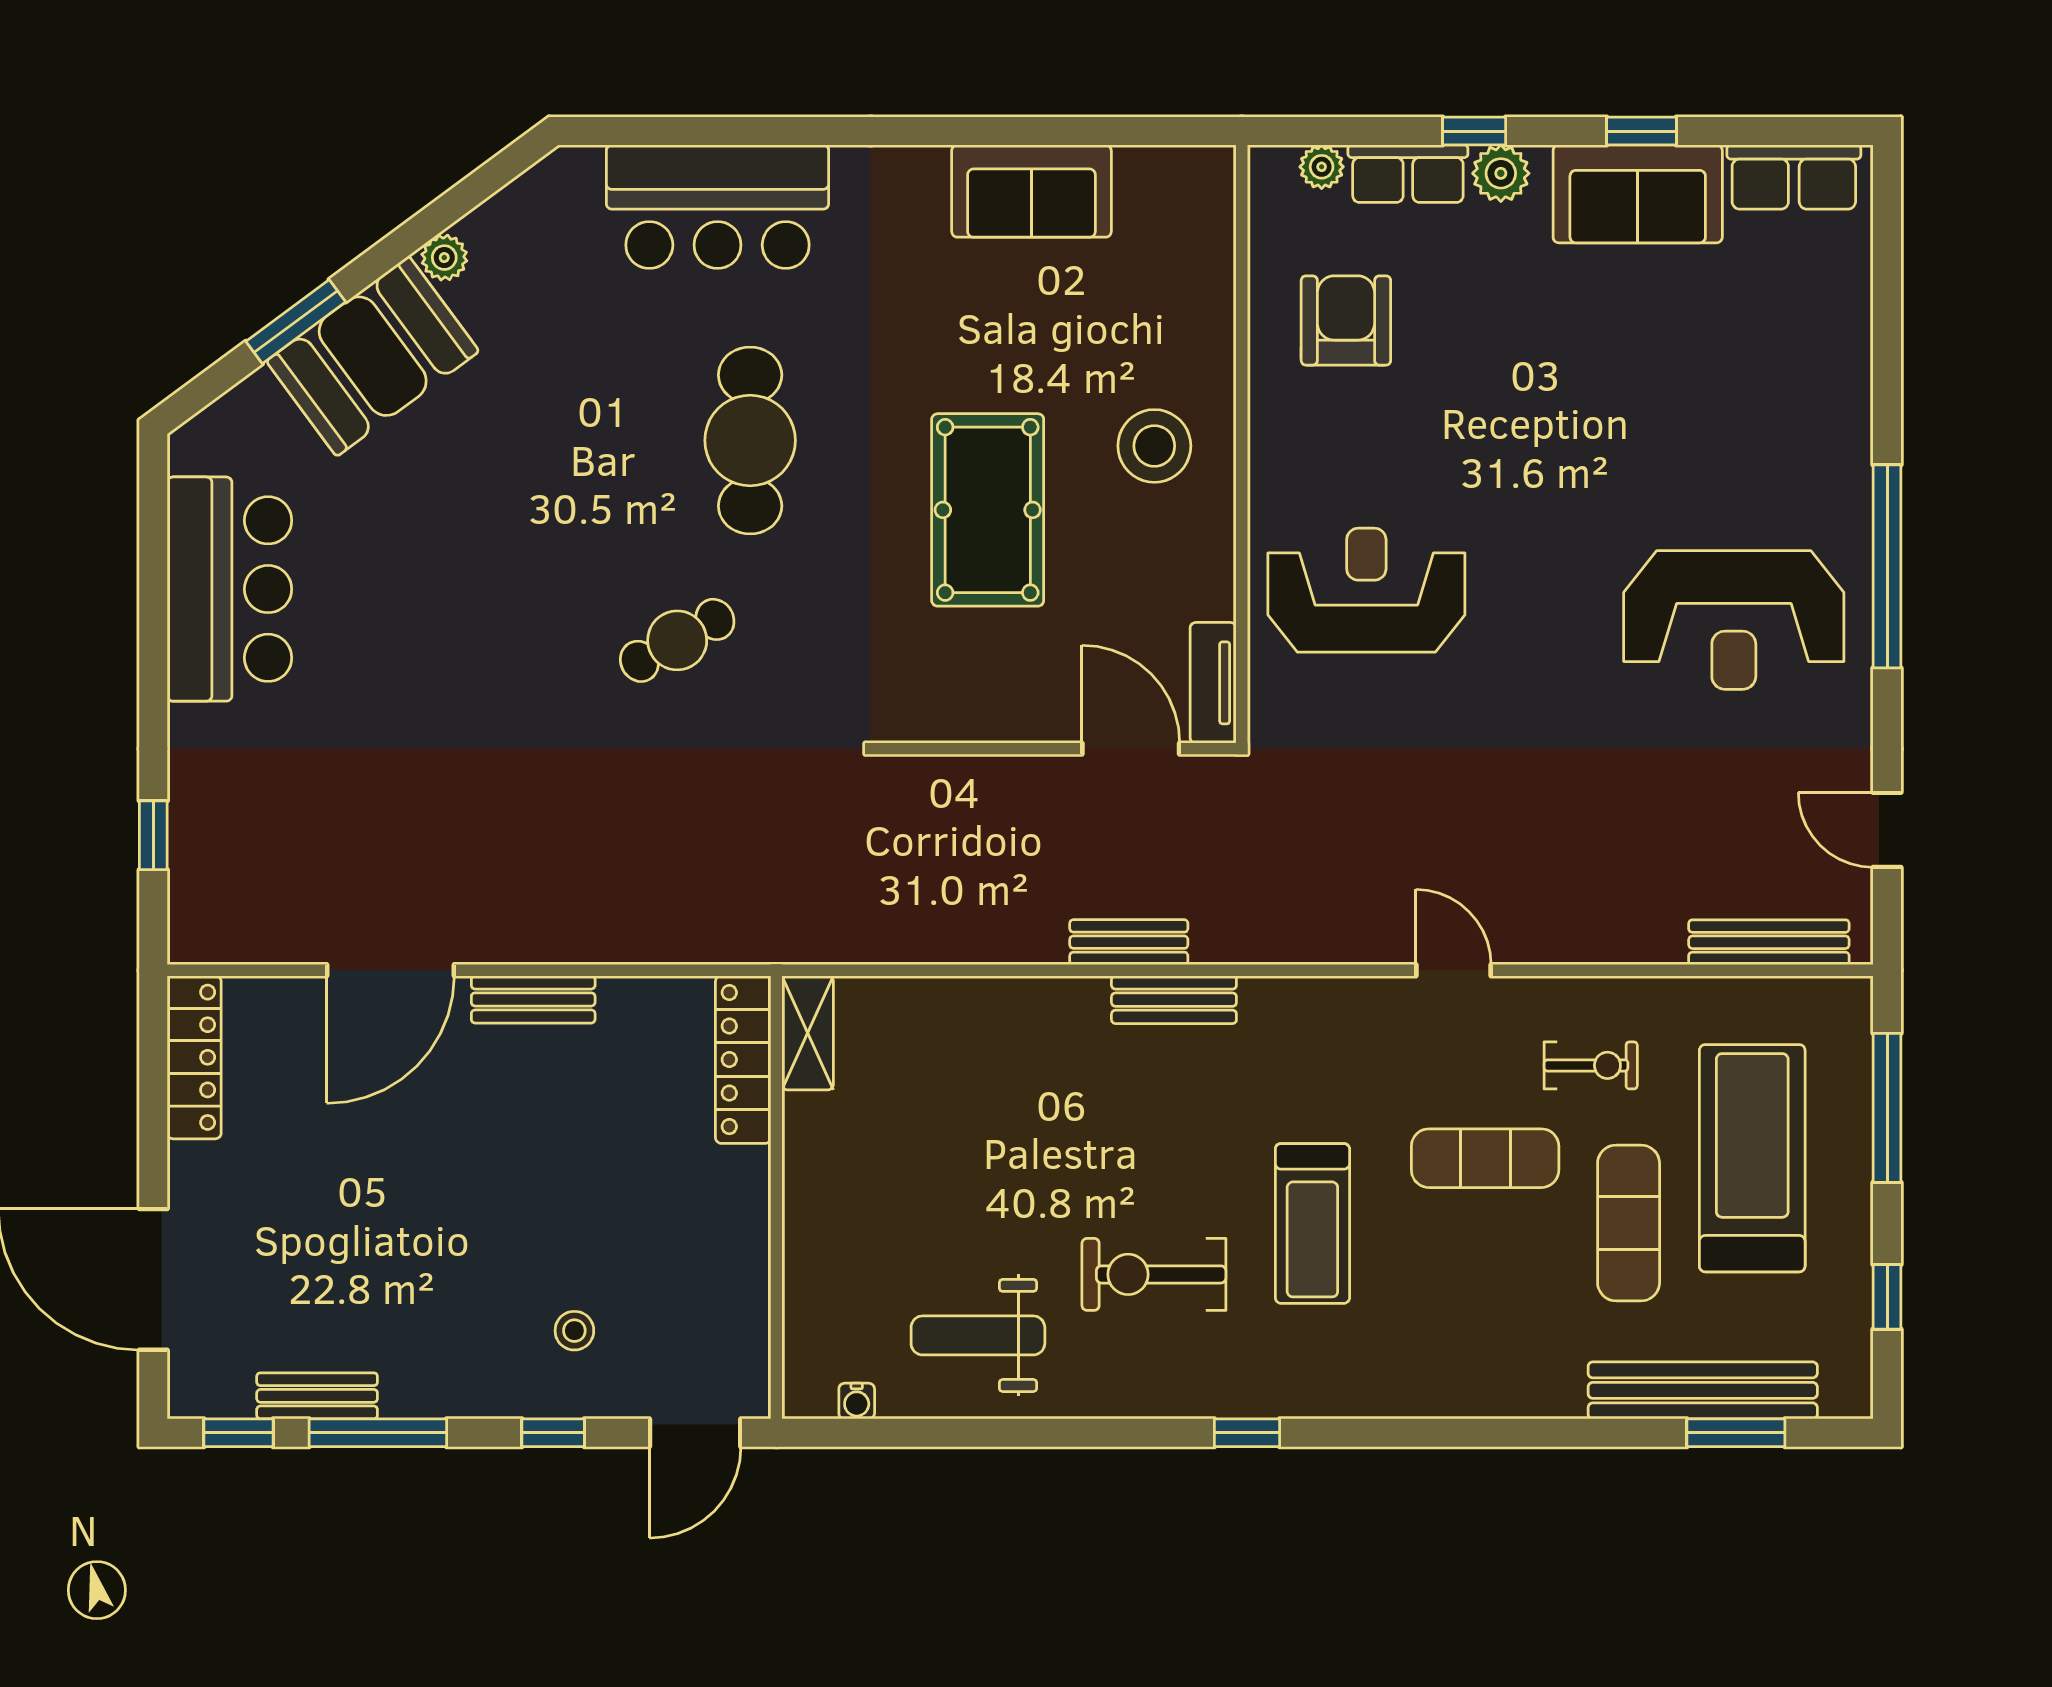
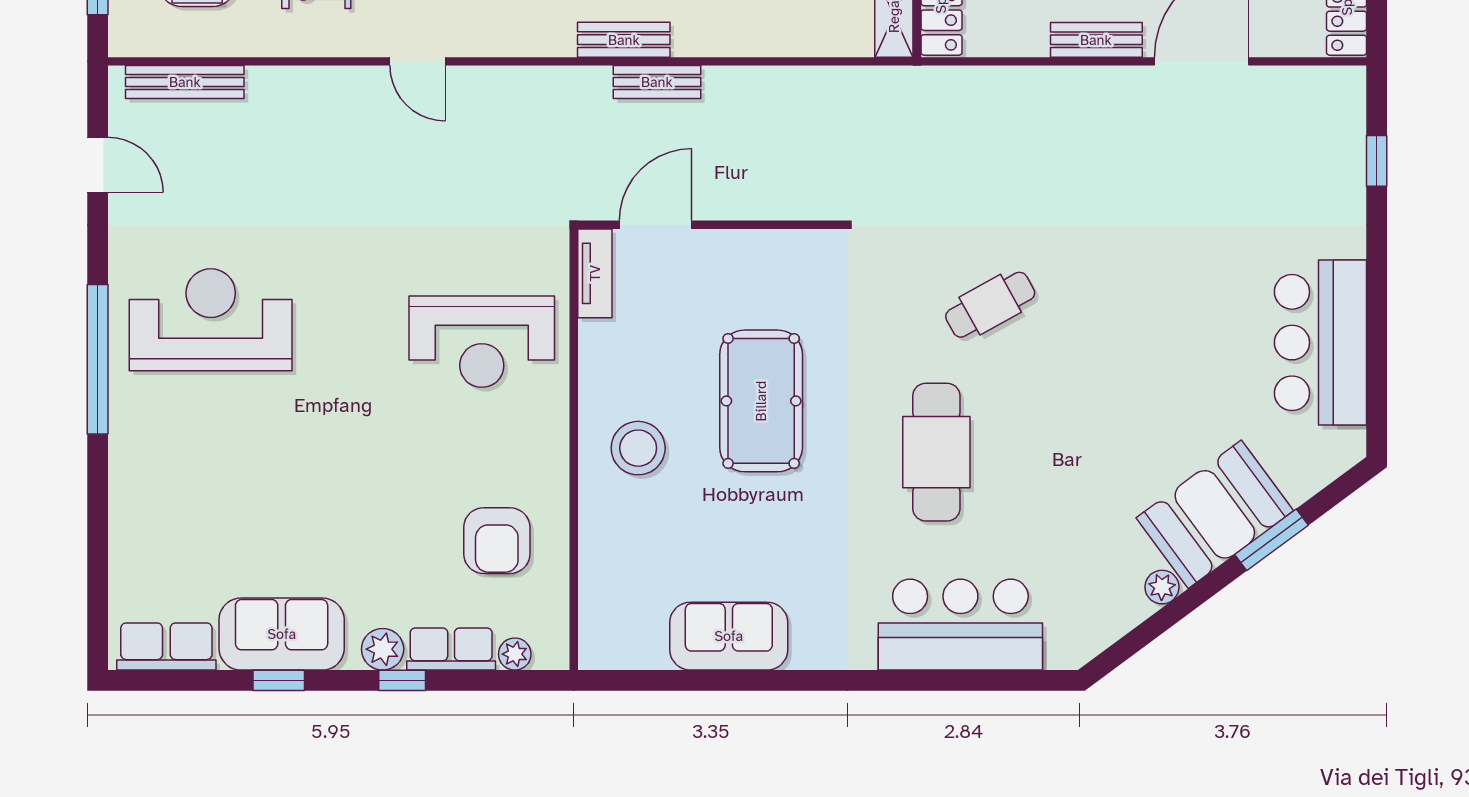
door: (1131, 749) -> (656, 225), swing flipped

